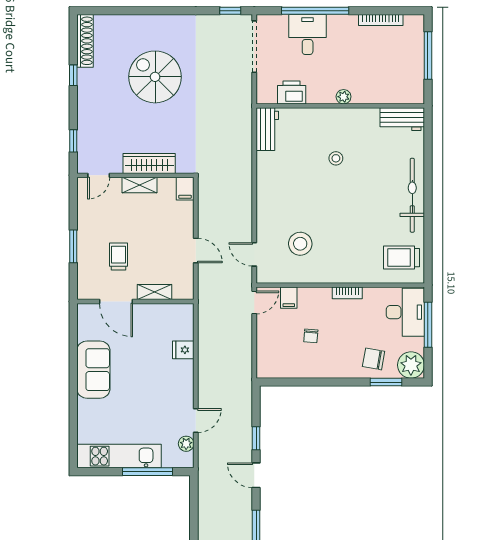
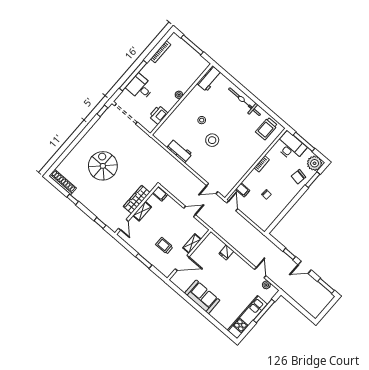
spiral stairs: (155, 77) -> (103, 166), turned 90
workbench: (267, 129) -> (180, 151), moved
stool: (300, 244) -> (212, 140), moved

